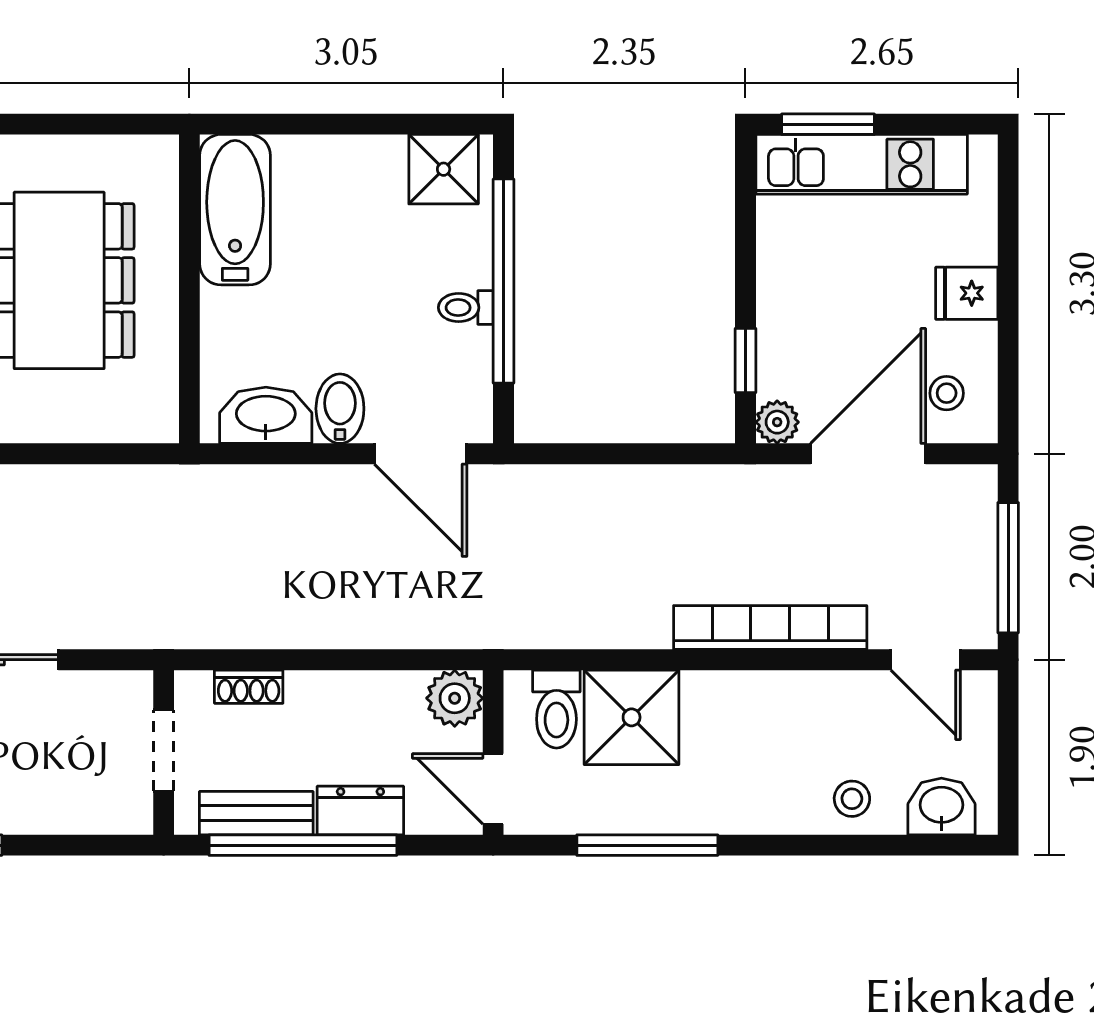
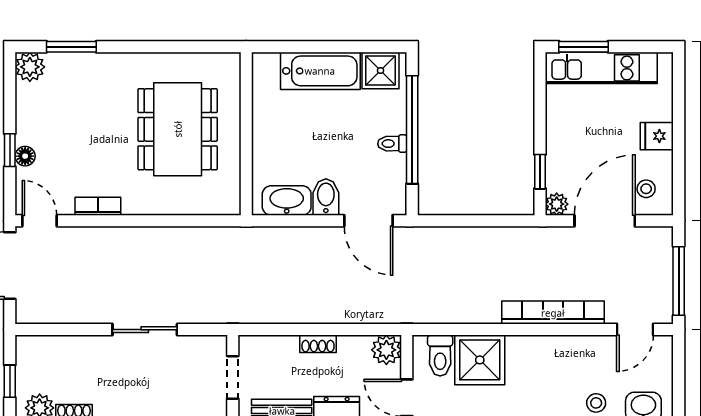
bathtub: (235, 210) -> (320, 71), moved, turned 90
door: (926, 660) -> (635, 330), hinge flipped
shoe rack: (249, 687) -> (318, 344), moved

